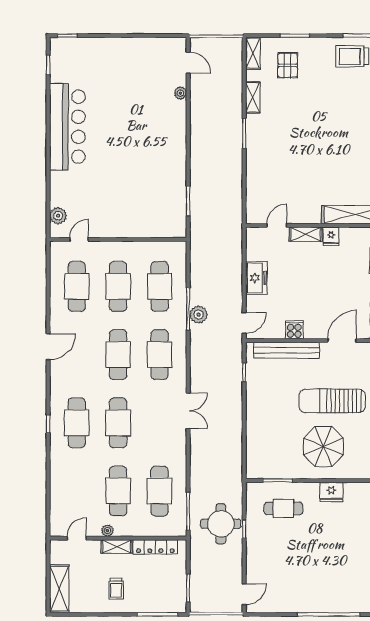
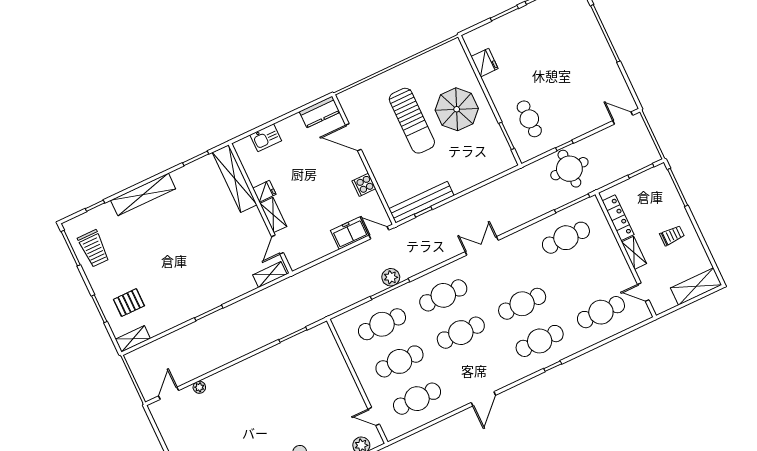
shelving: (253, 98) -> (270, 275), moved
door: (277, 225) -> (277, 245), hinge flipped
freezer: (256, 278) -> (350, 233), moved
door: (48, 347) -> (483, 399), swing flipped
bench: (286, 350) -> (421, 202), moved, turned 90
cafe table: (118, 491) -> (601, 312), moved
fridge: (331, 492) -> (485, 63), moved
plant: (107, 531) -> (623, 268), removed

